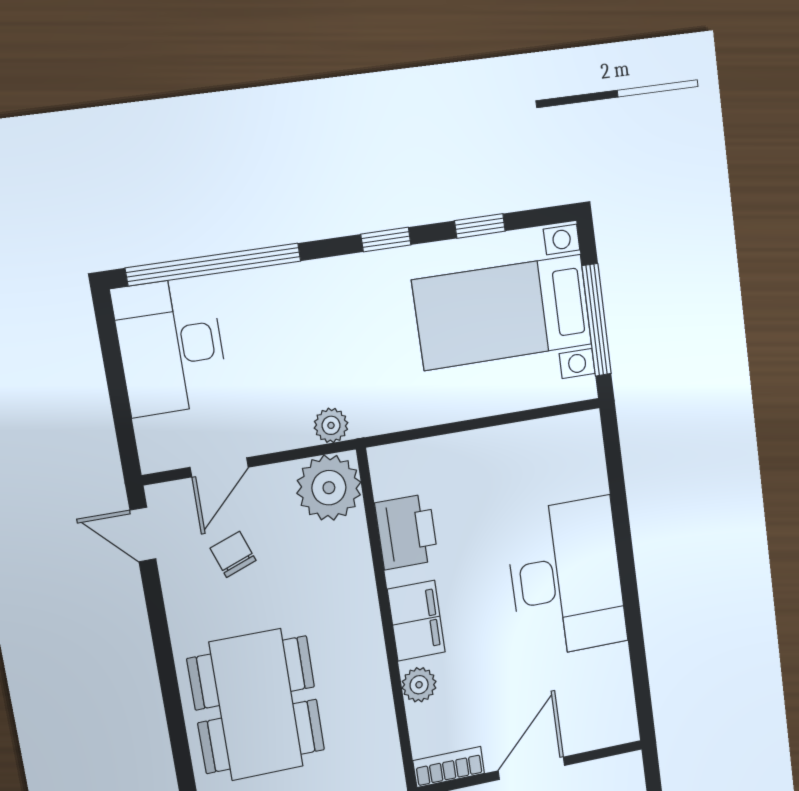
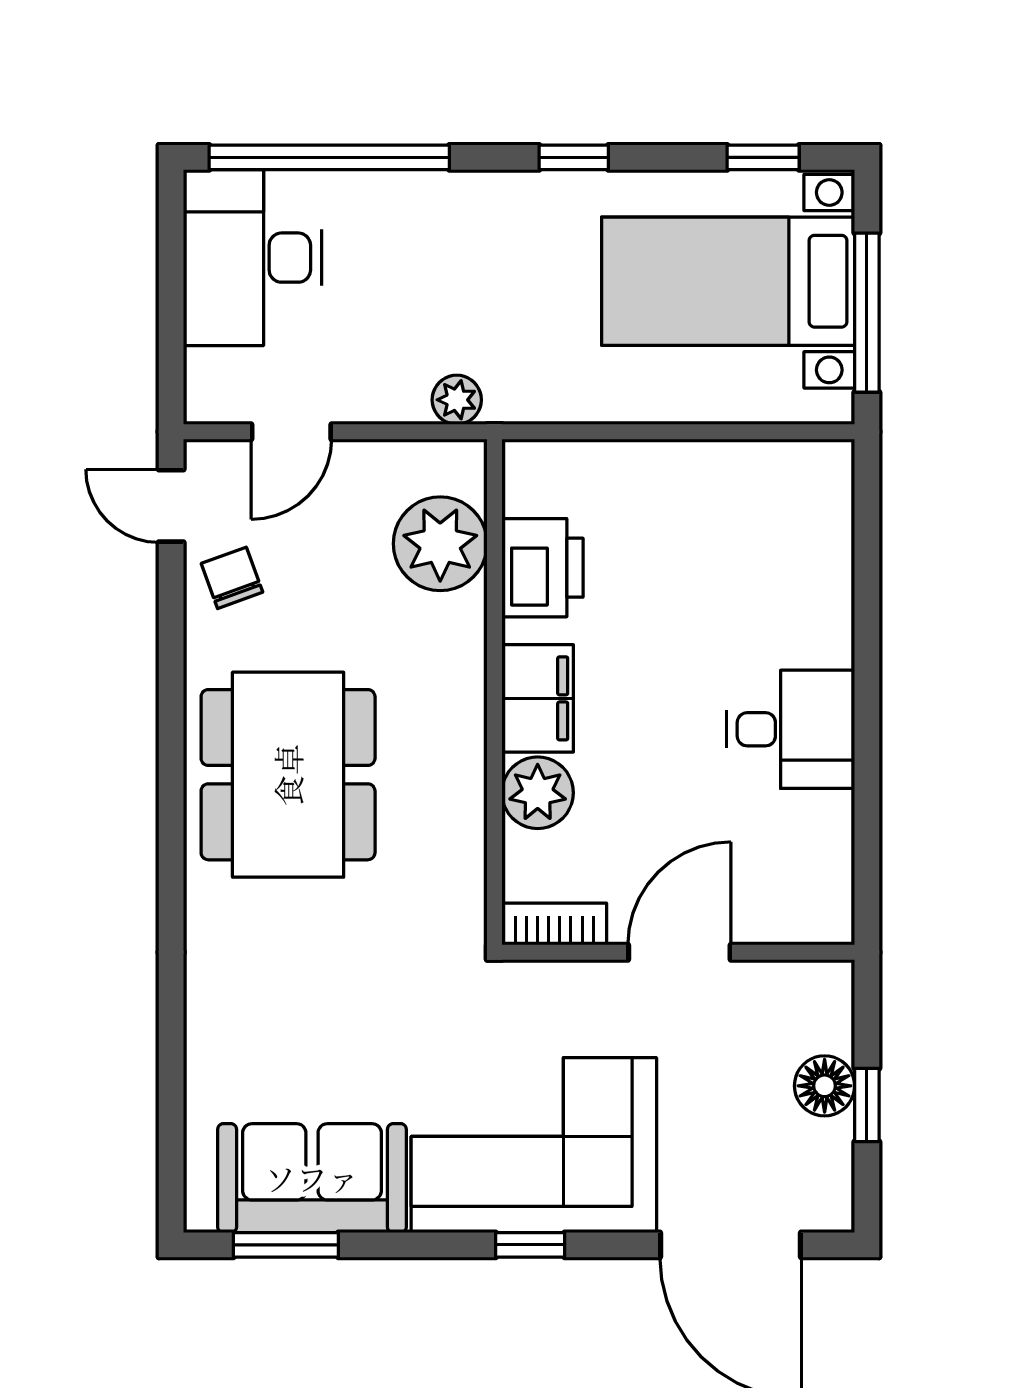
window: (480, 226) -> (763, 157), moved
plant: (329, 488) -> (440, 544), moved
chair: (233, 554) -> (232, 578), moved
desk: (566, 578) -> (791, 729), width x0.53, depth x0.77
plant: (419, 685) -> (538, 793), width x1.38, depth x1.38

